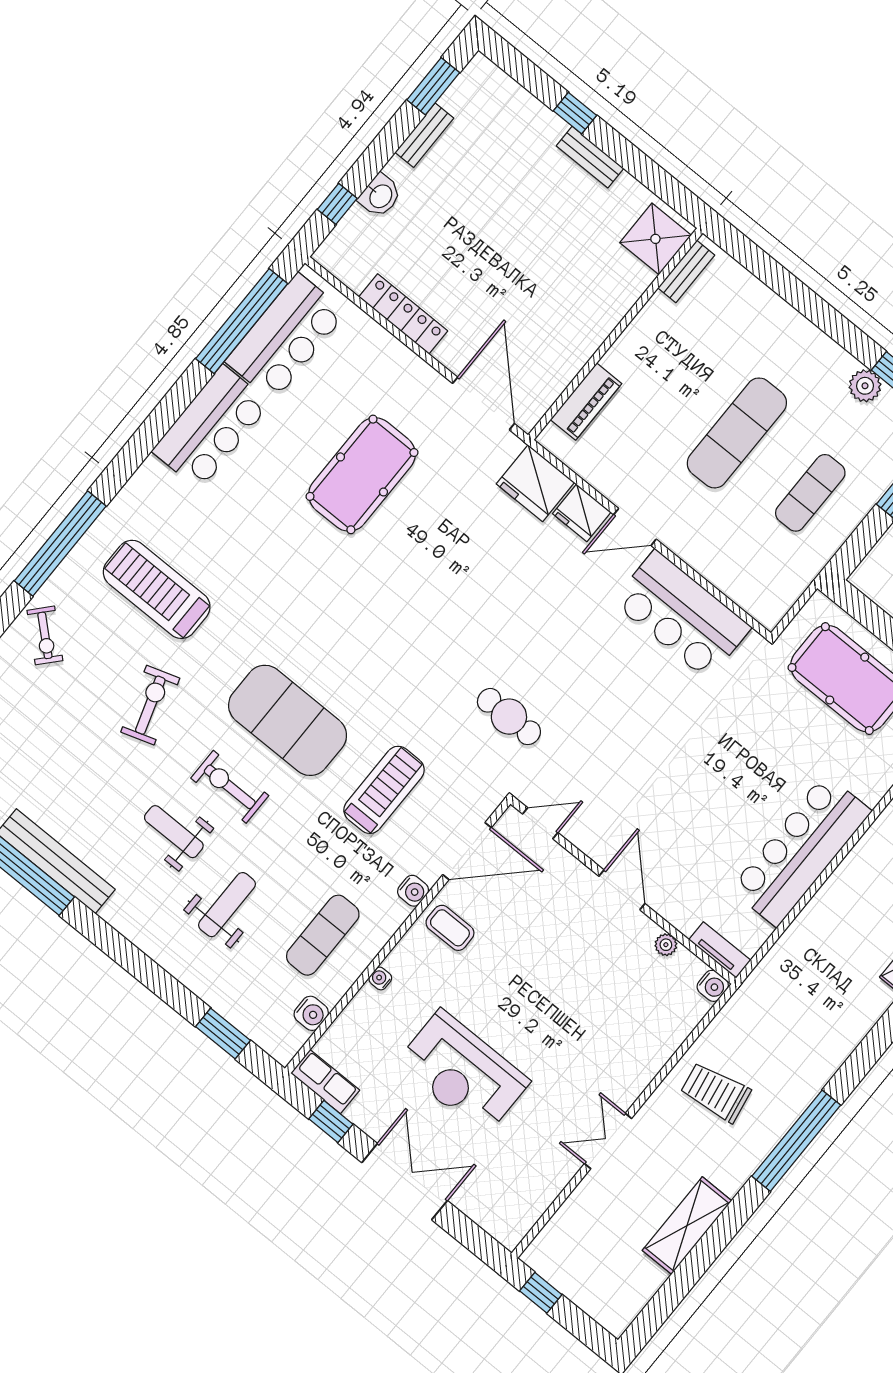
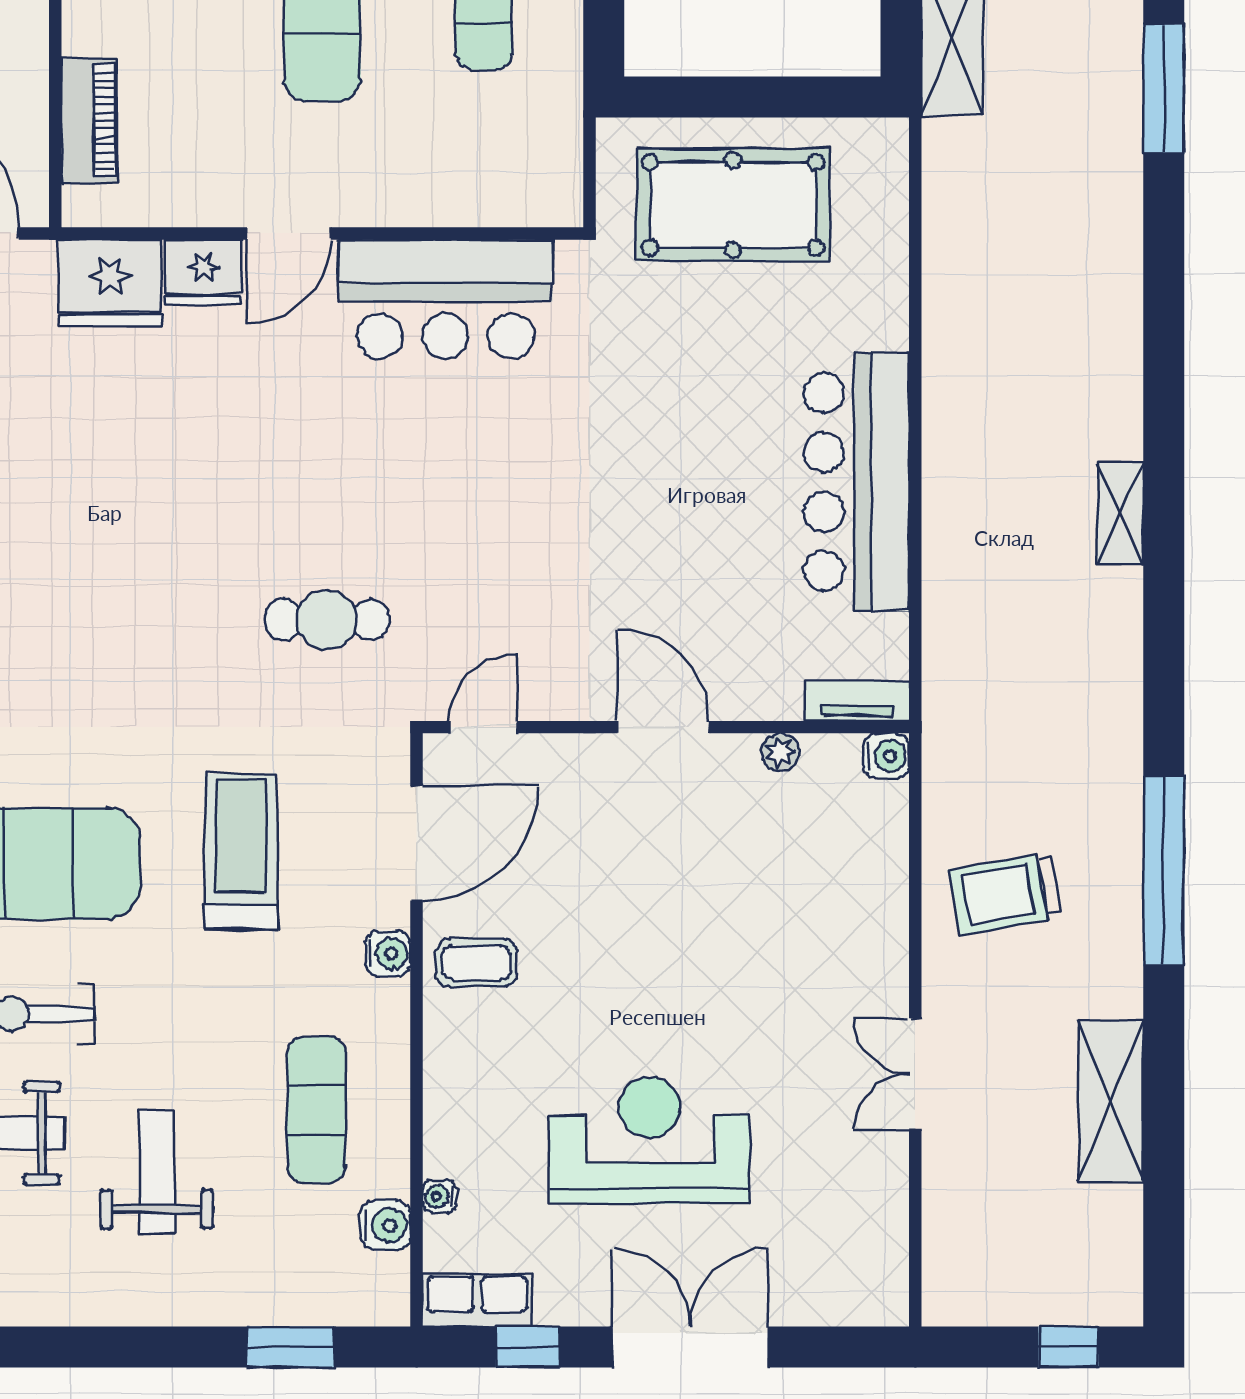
water cooler: (380, 979) -> (439, 1196), moved
reception desk: (463, 1073) -> (649, 1140), turned 180
window: (541, 1293) -> (1068, 1347), moved

